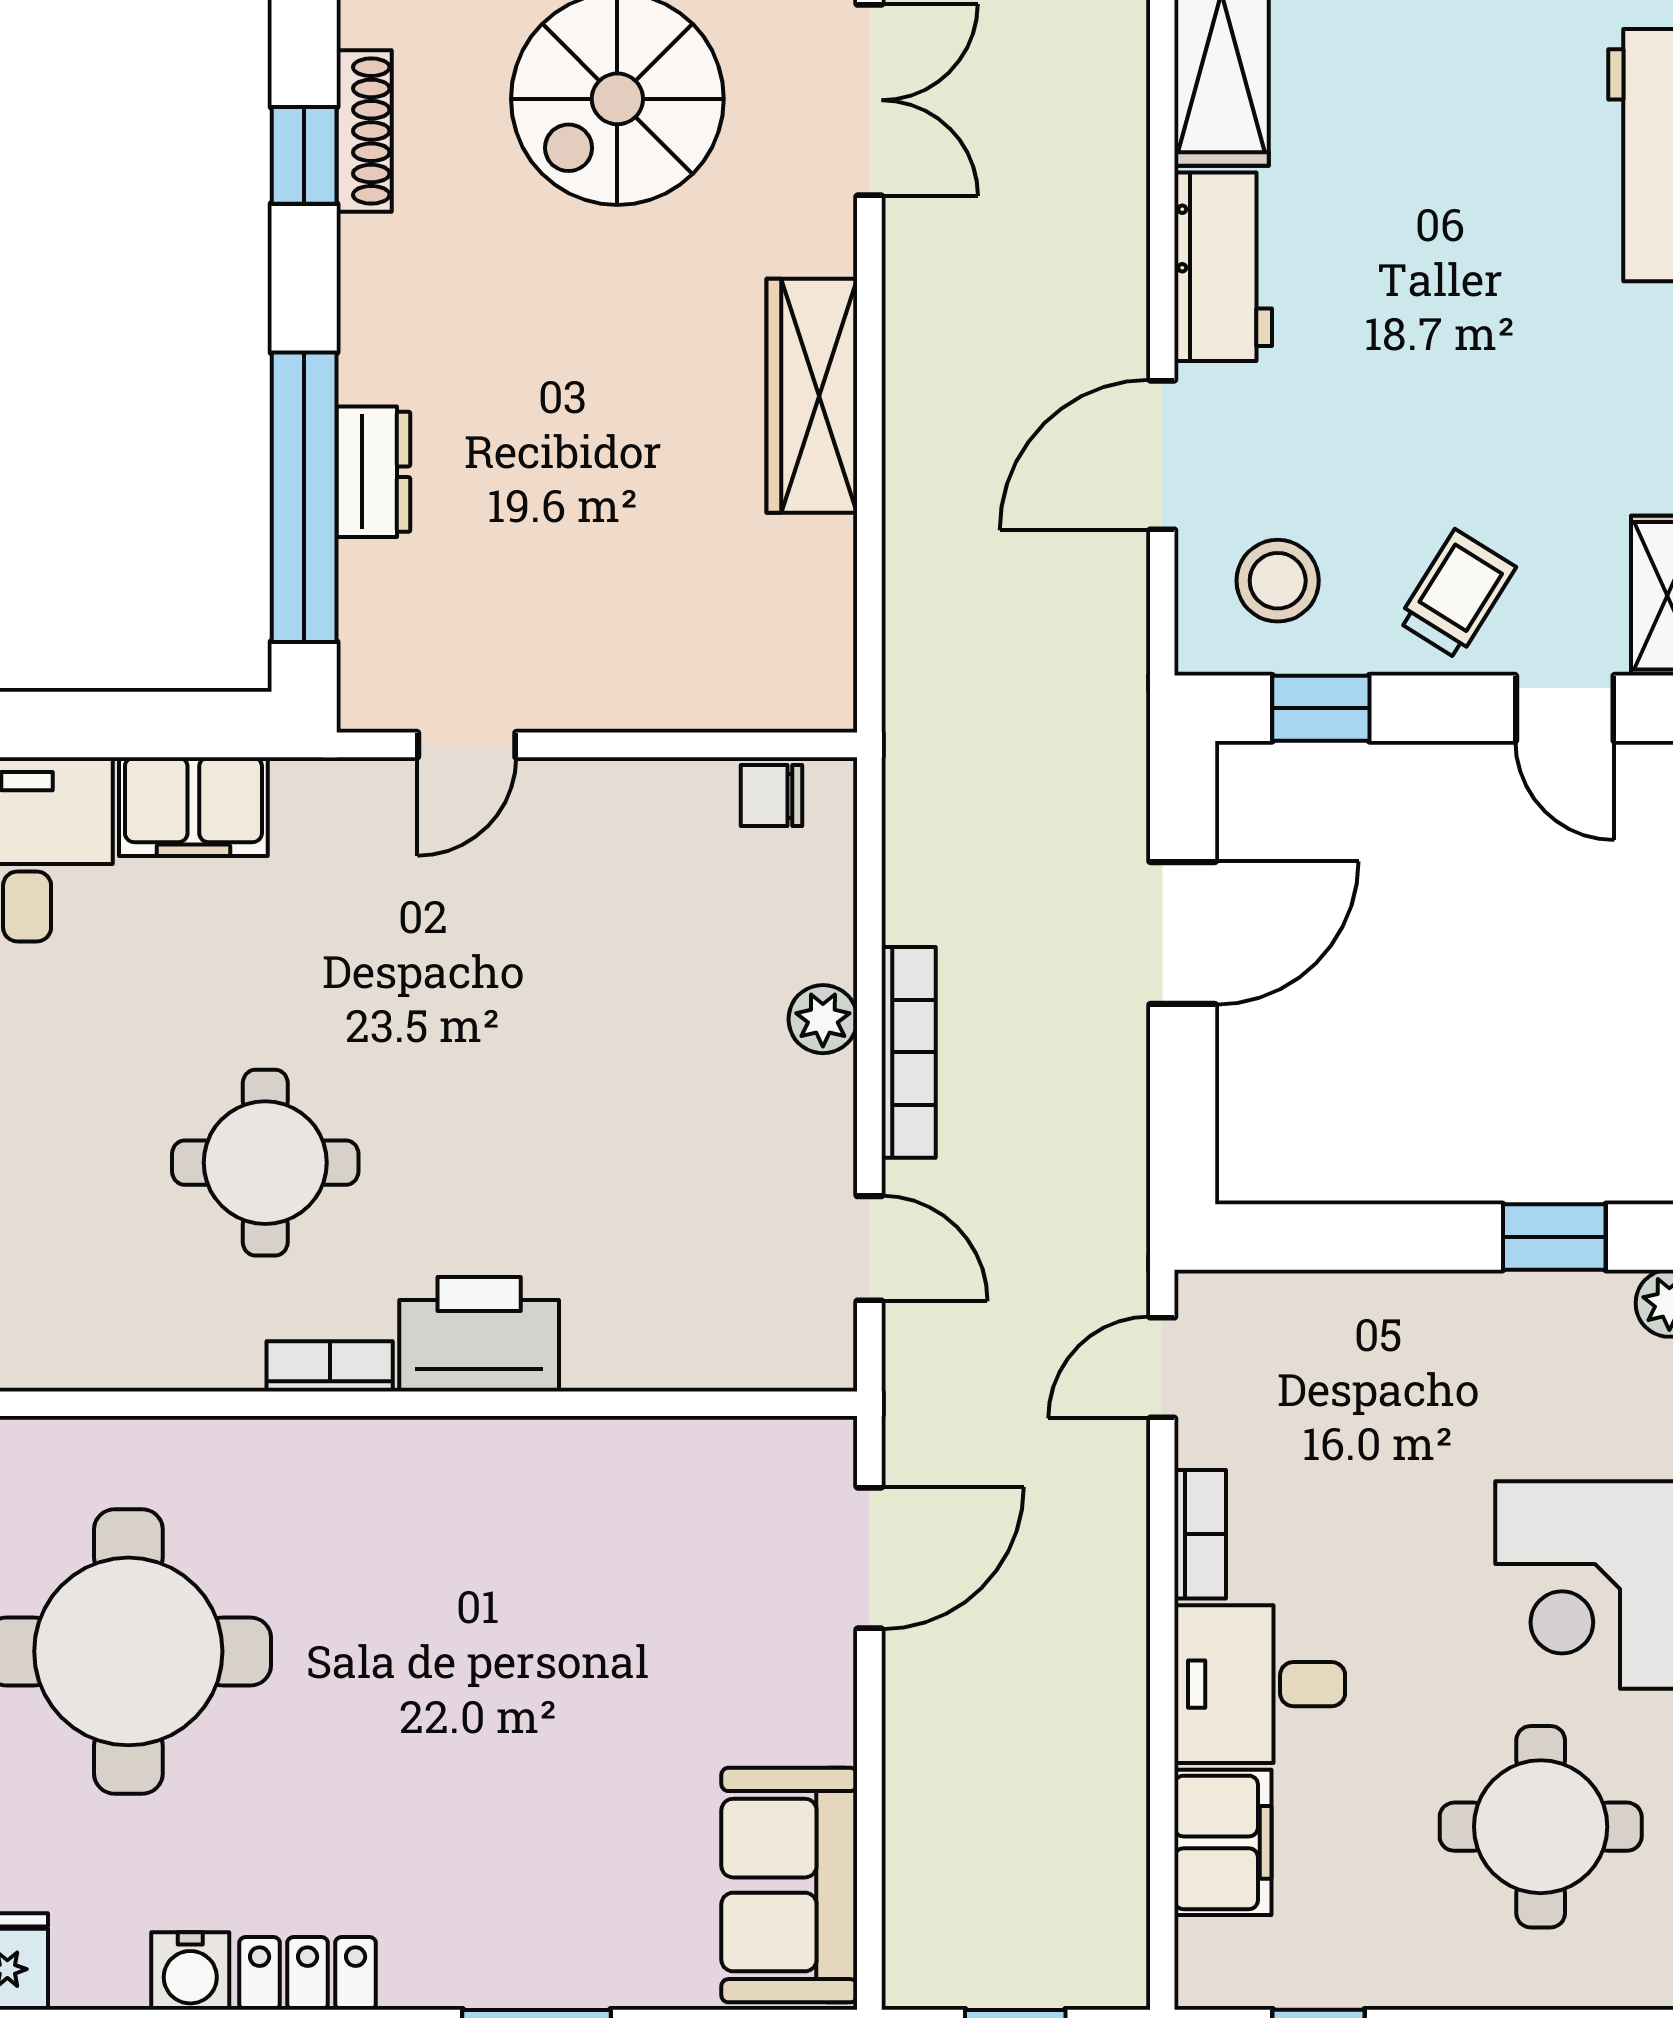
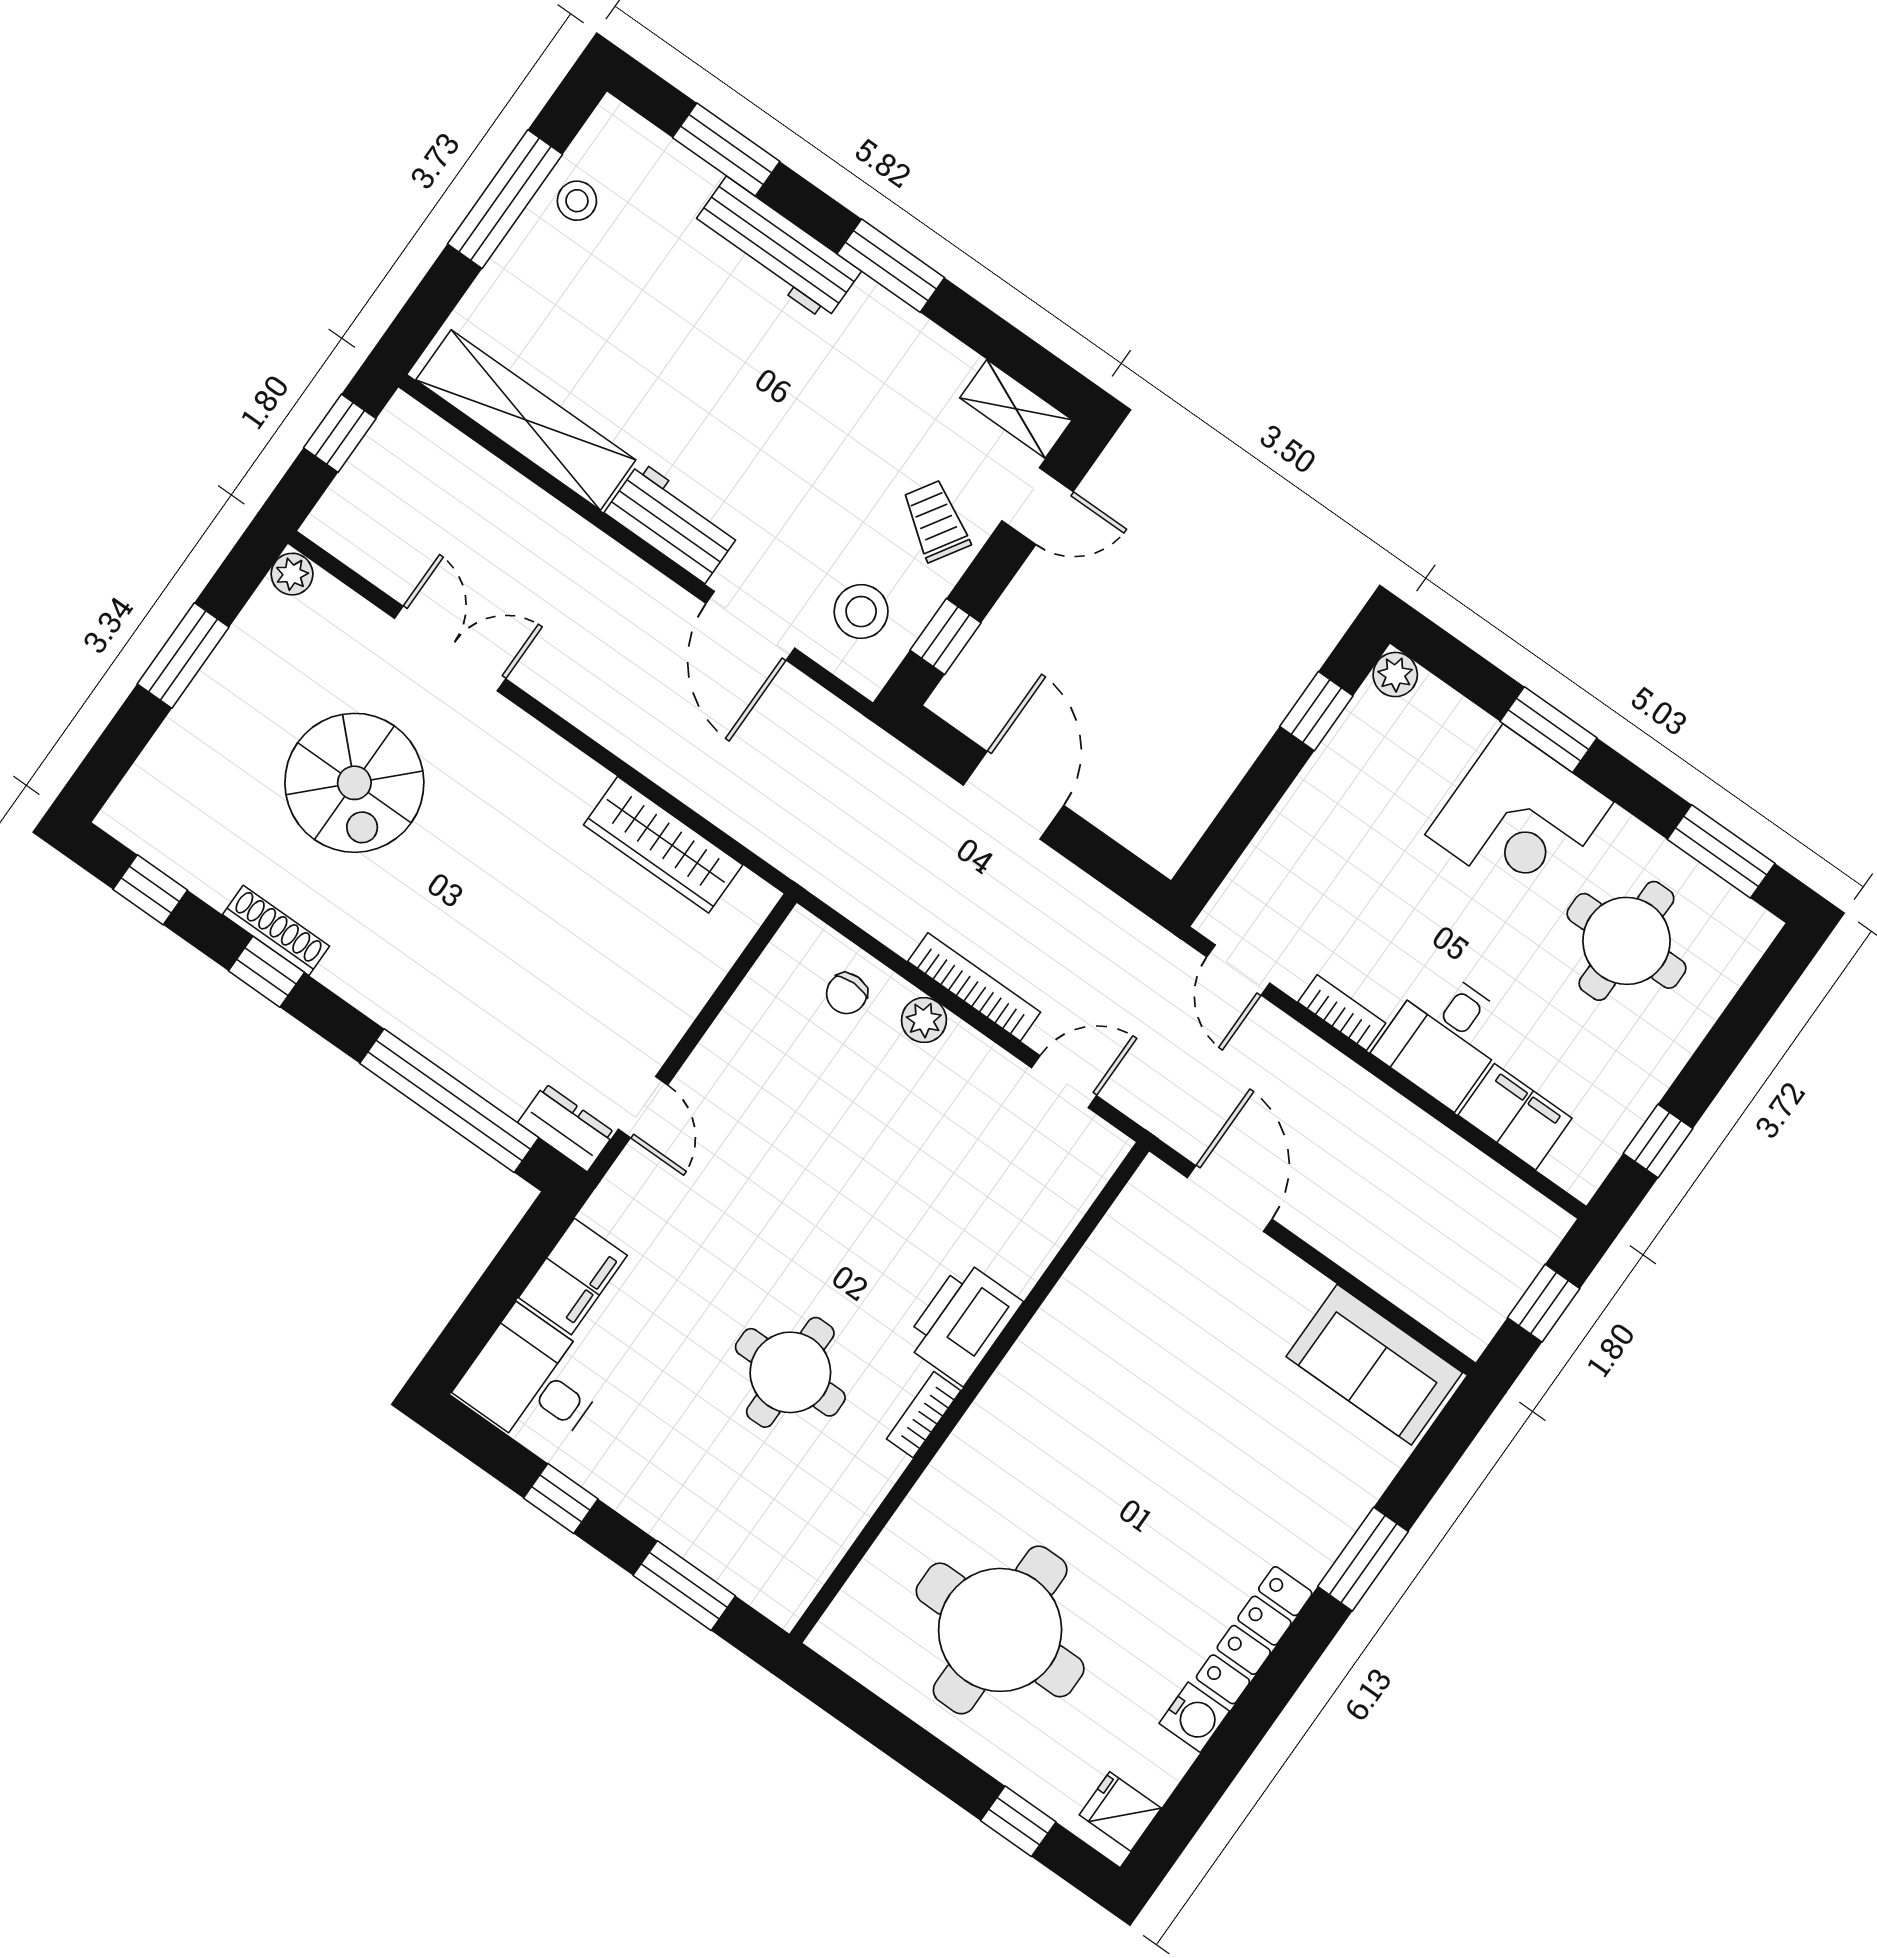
wardrobe: (812, 396) -> (663, 845), moved
dresser: (373, 472) -> (566, 1128), moved
chair: (772, 796) -> (847, 993), moved
locker: (308, 1973) -> (1254, 1635), width x1.53

